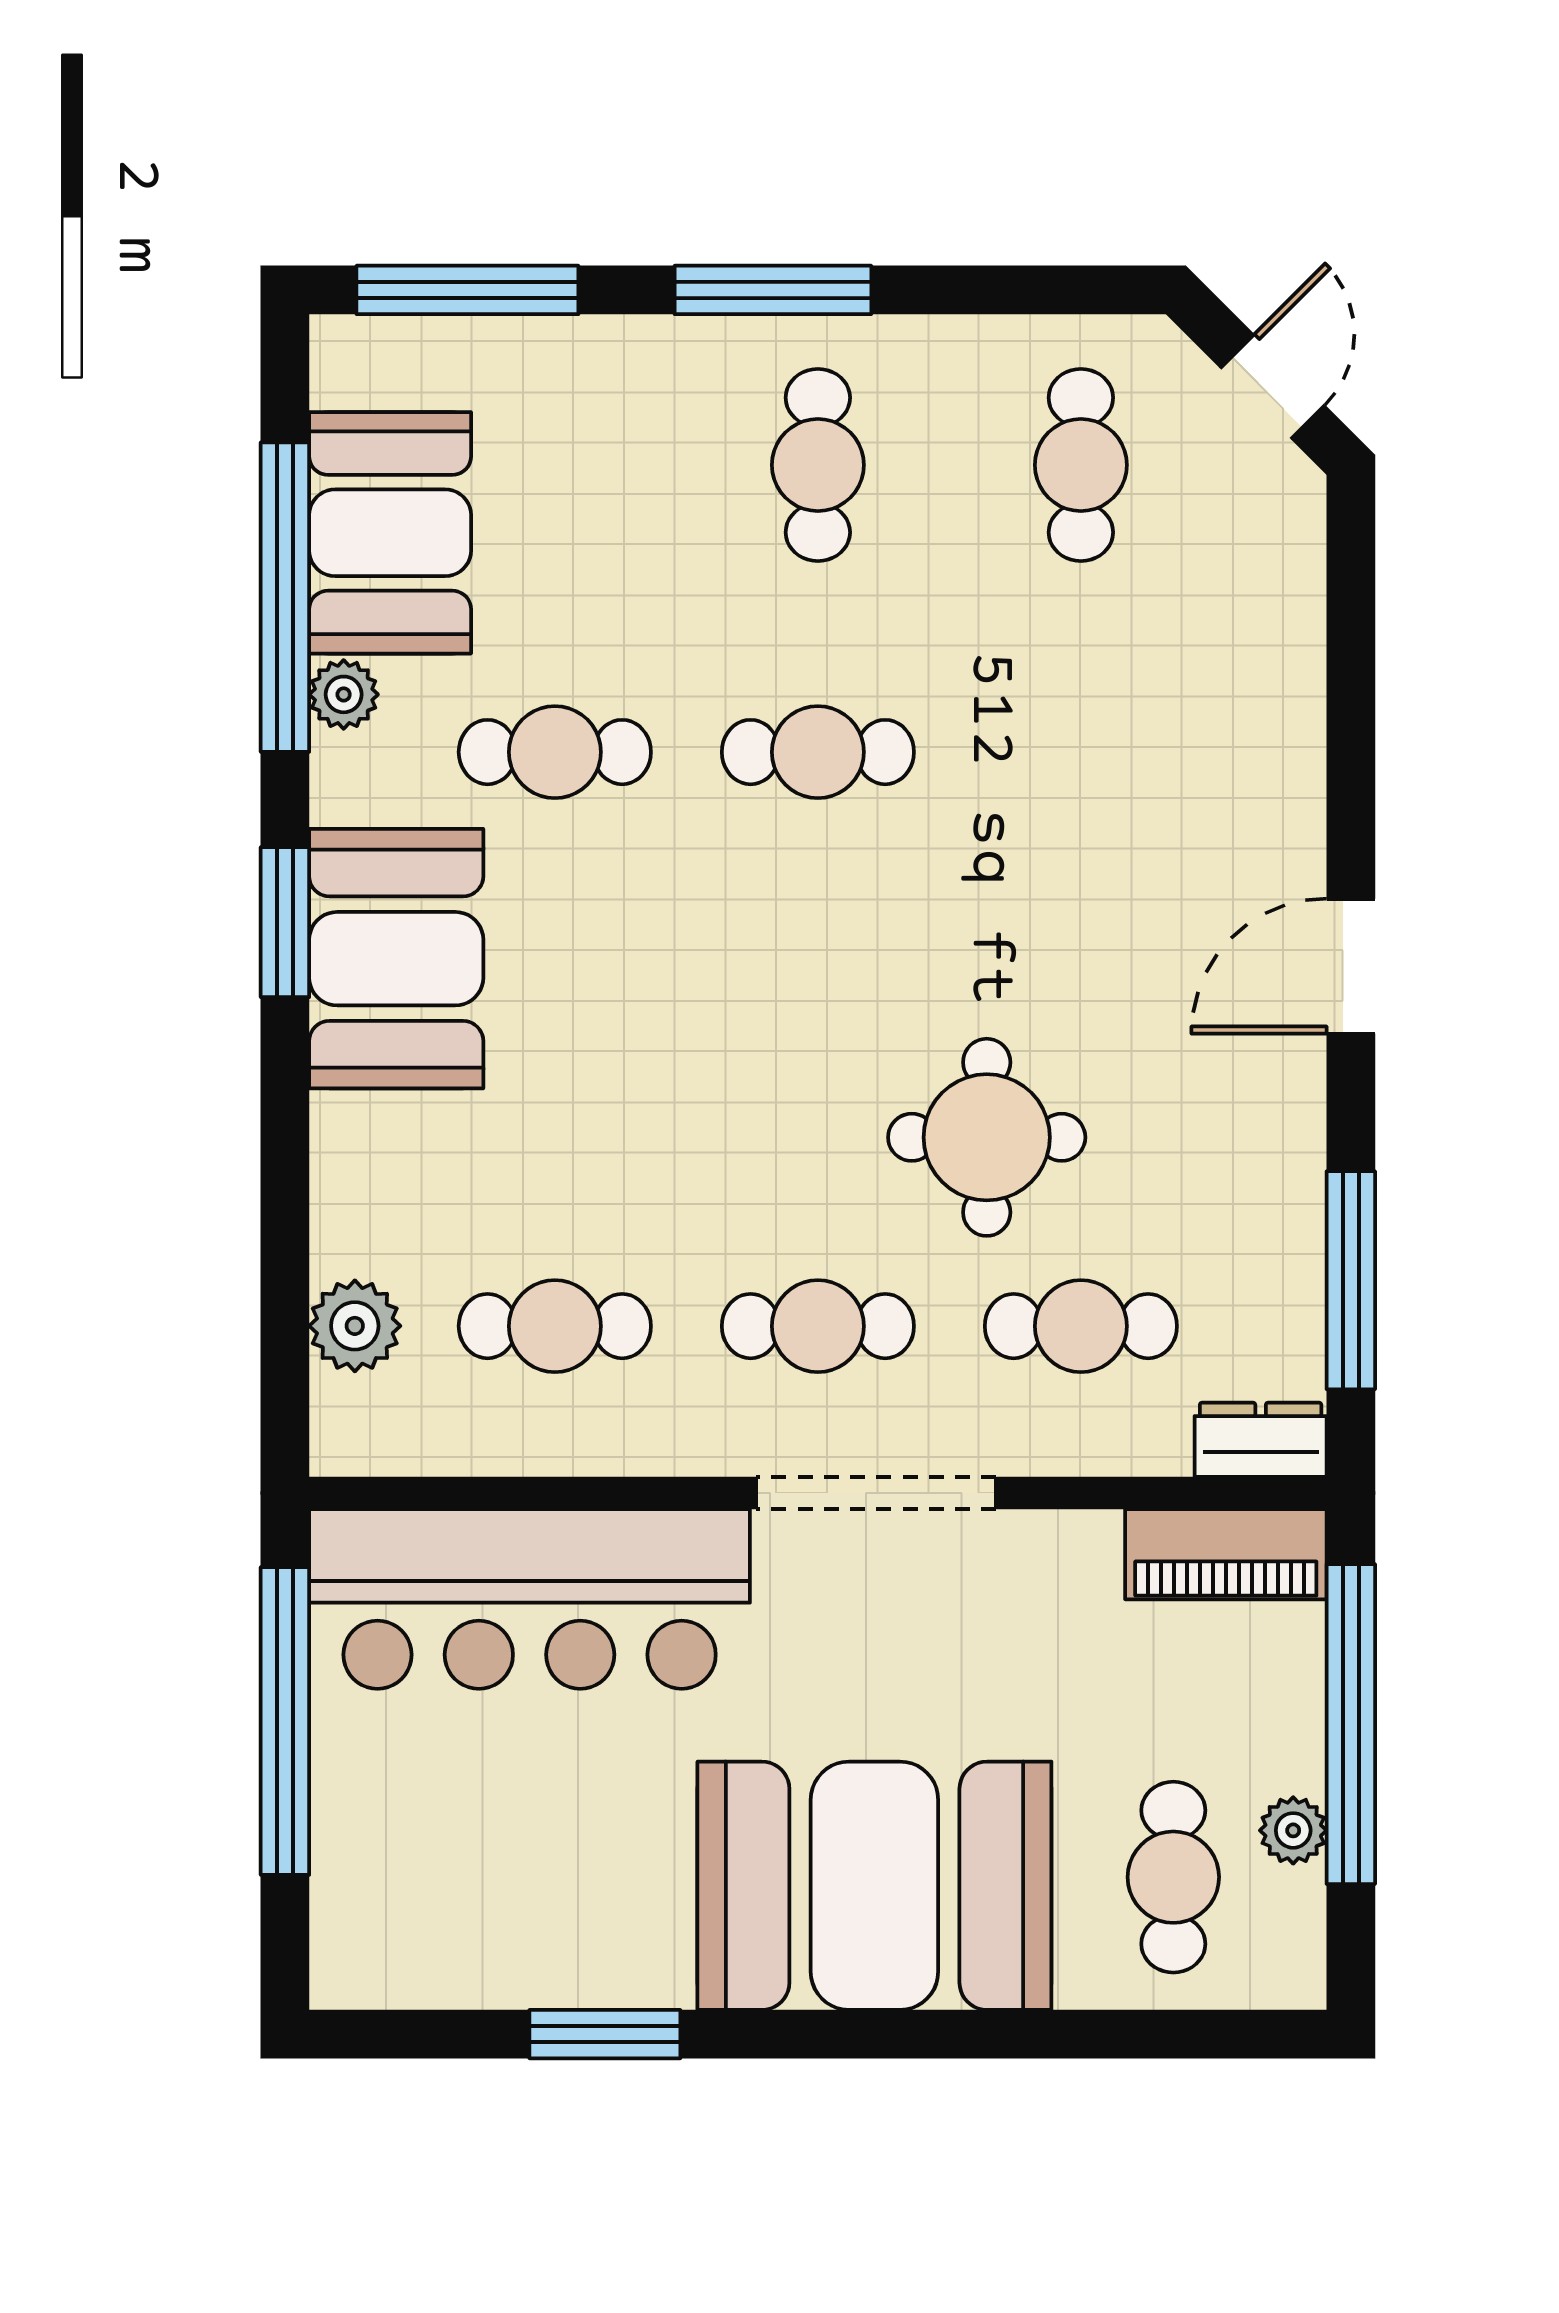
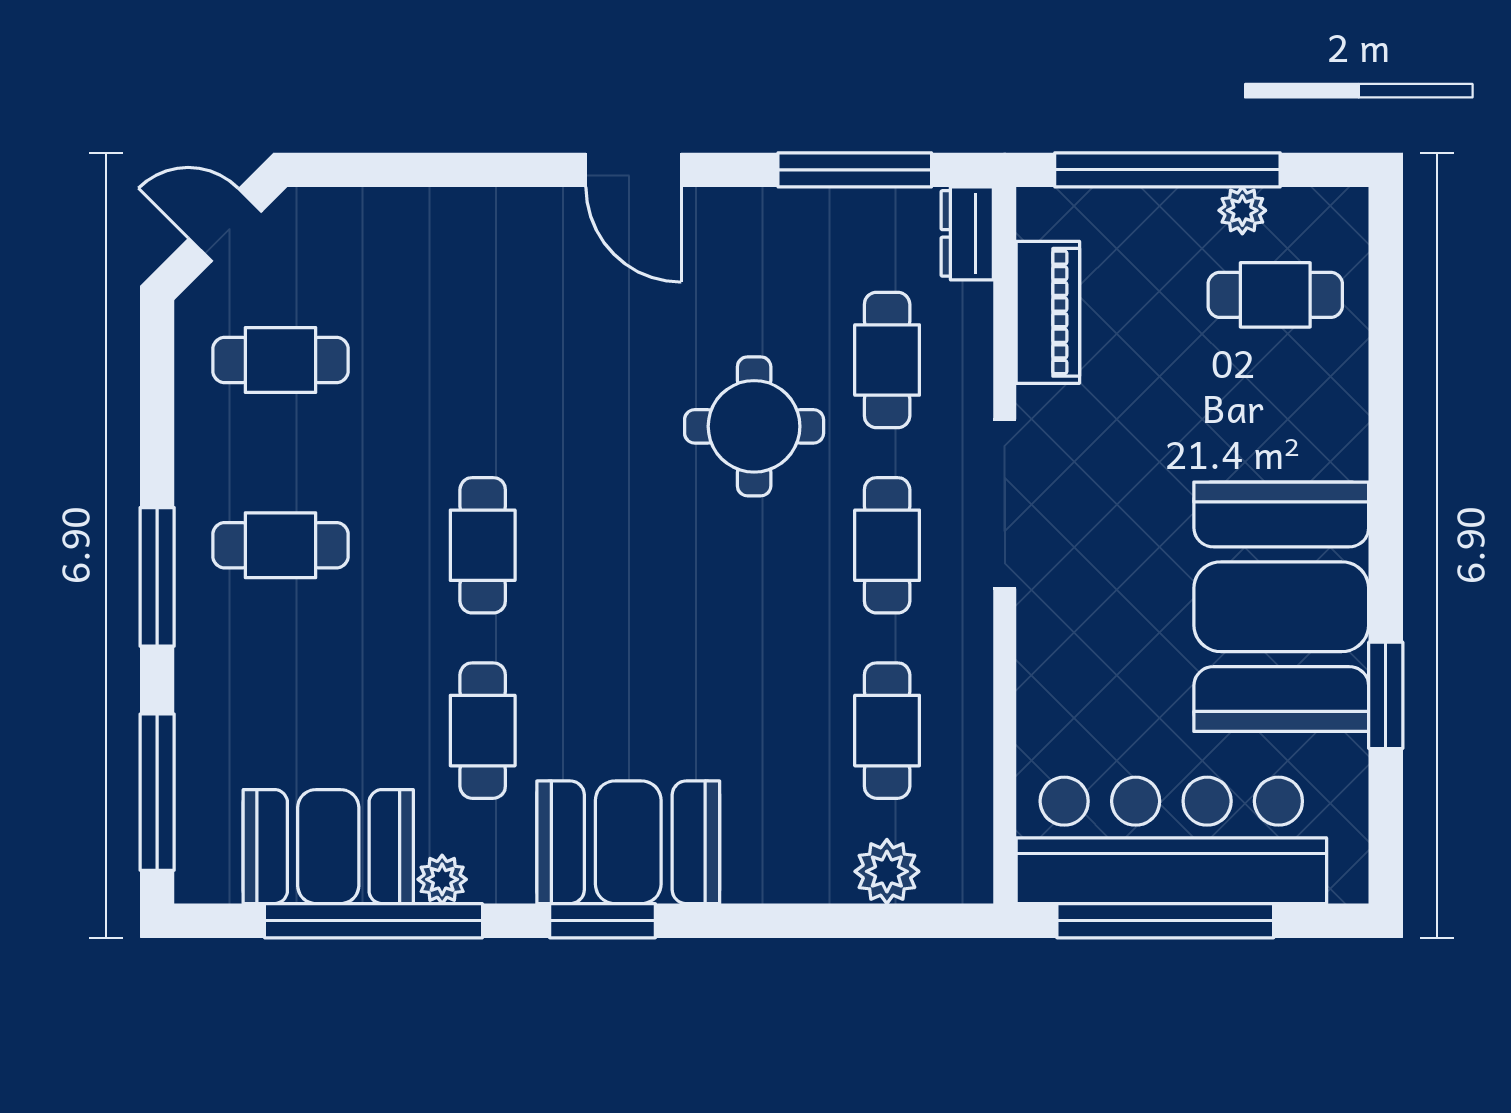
piano: (1226, 1554) -> (1048, 312), moved
bar counter: (530, 1599) -> (1171, 840), moved, turned -90
booth: (874, 1886) -> (1281, 607), moved

